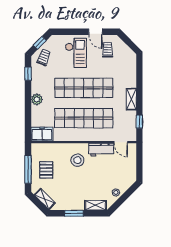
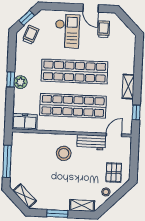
window: (28, 74) -> (11, 79), moved
door: (121, 142) -> (114, 135), swing flipped
pallet: (46, 170) -> (114, 173), moved

